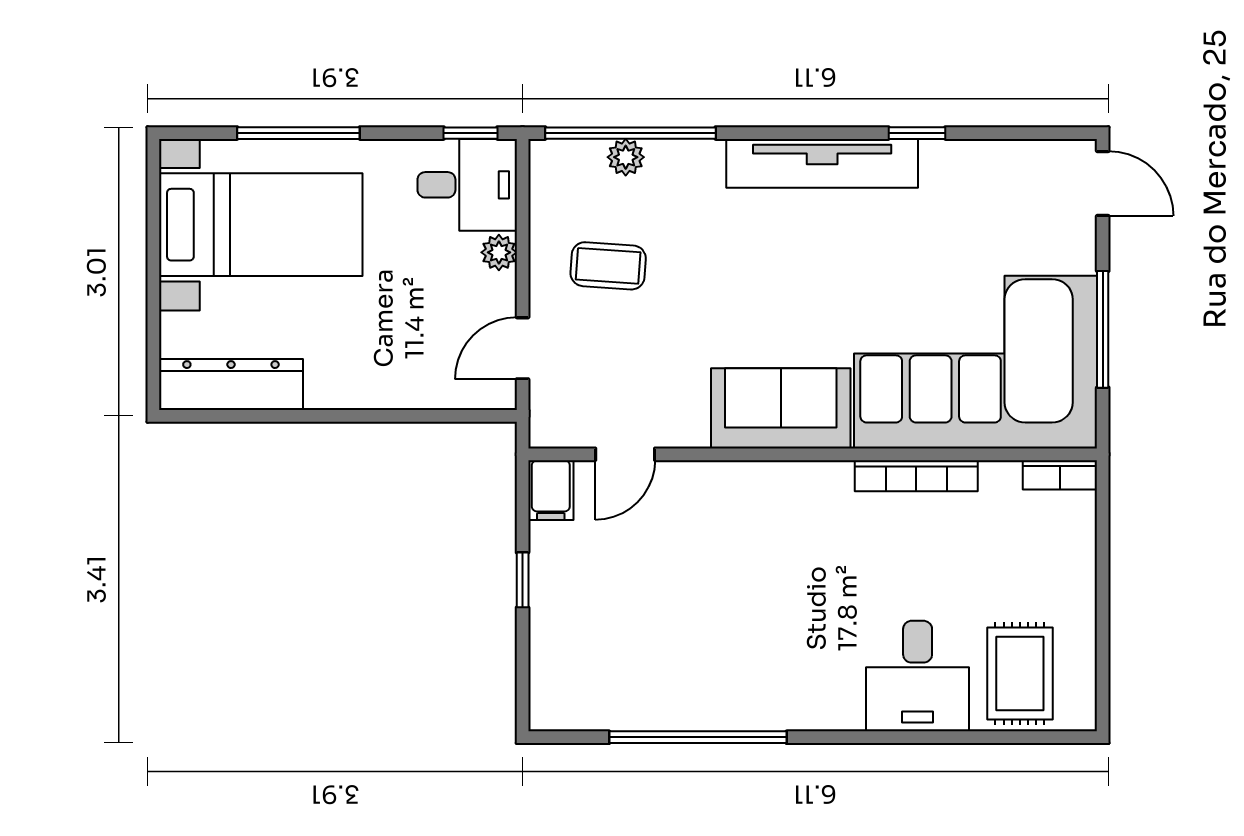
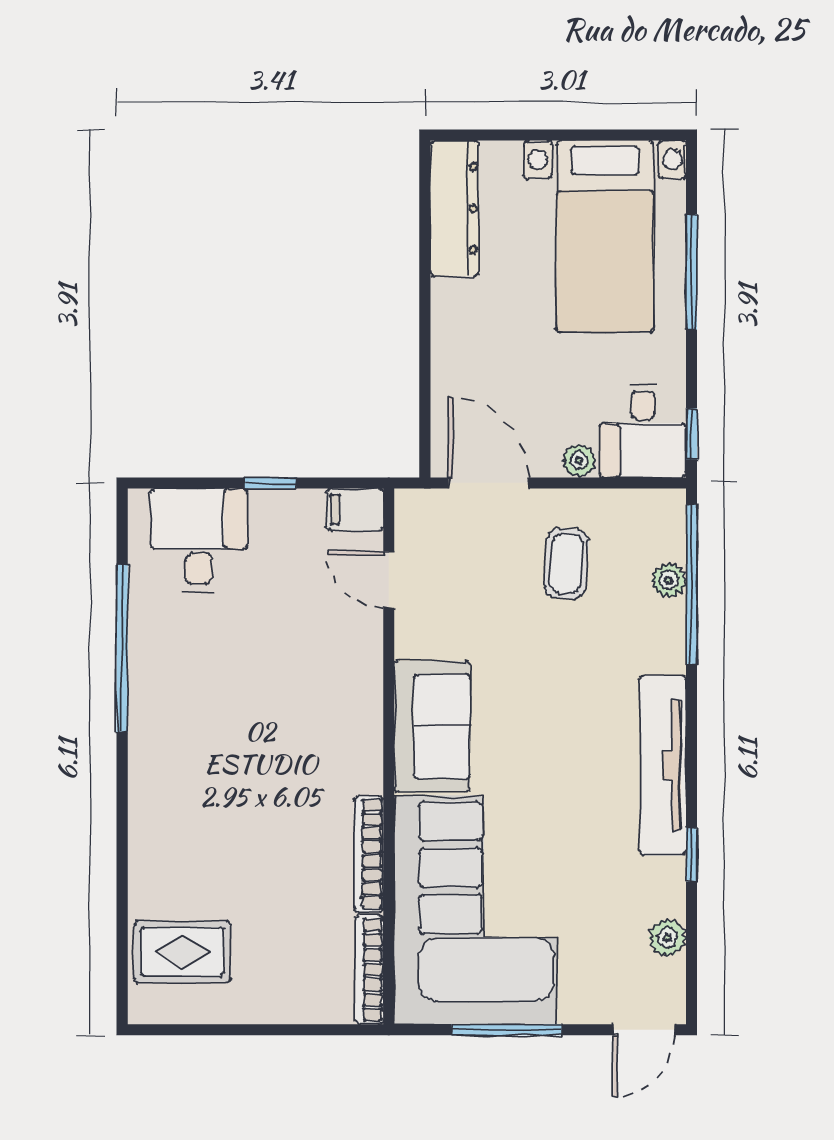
plant: (1005, 159) -> (667, 938), added
door: (523, 348) -> (489, 483), width x1.38
bookcase: (1060, 475) -> (369, 970), width x1.56
desk: (918, 676) -> (199, 541), moved, turned 90

